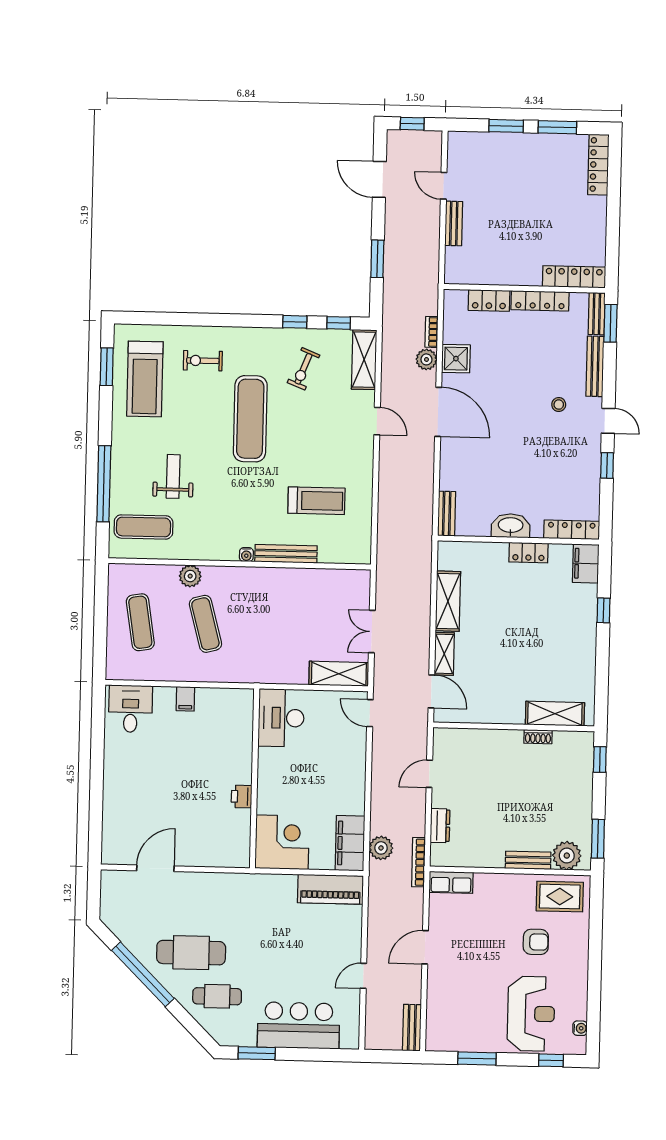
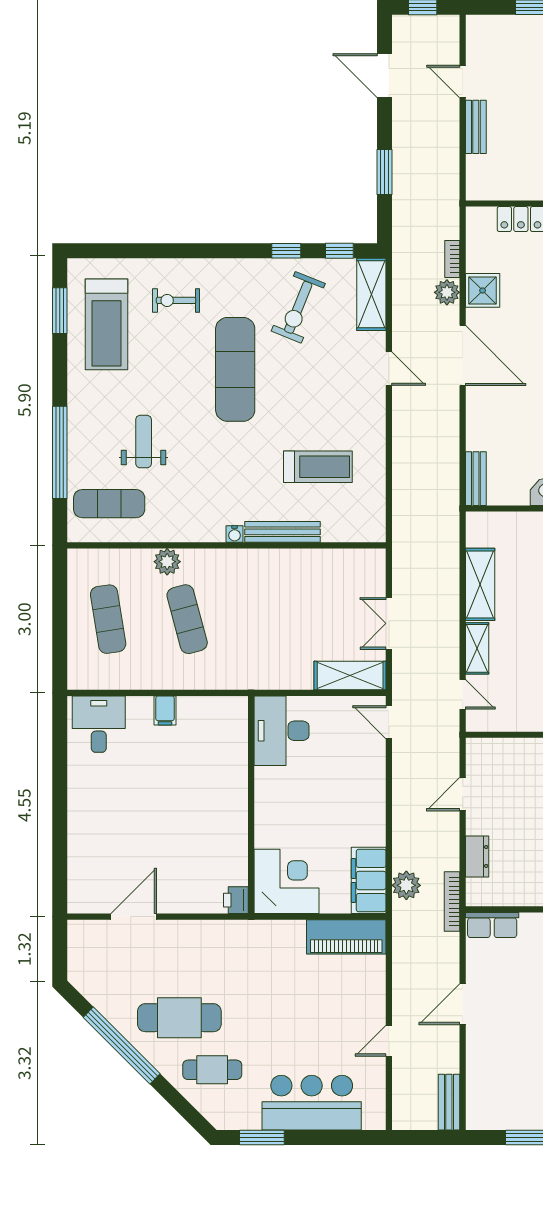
exercise bike: (303, 369) -> (298, 307), width x1.38, depth x1.39
door: (431, 691) -> (463, 694), width x0.73
printer: (242, 796) -> (236, 900), moved

